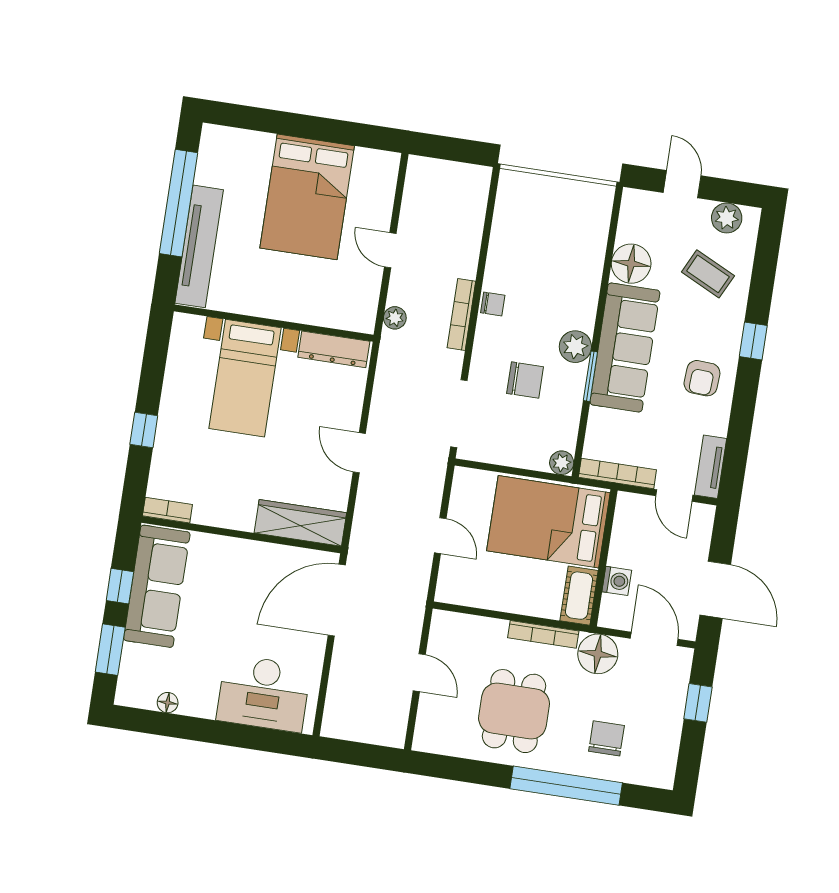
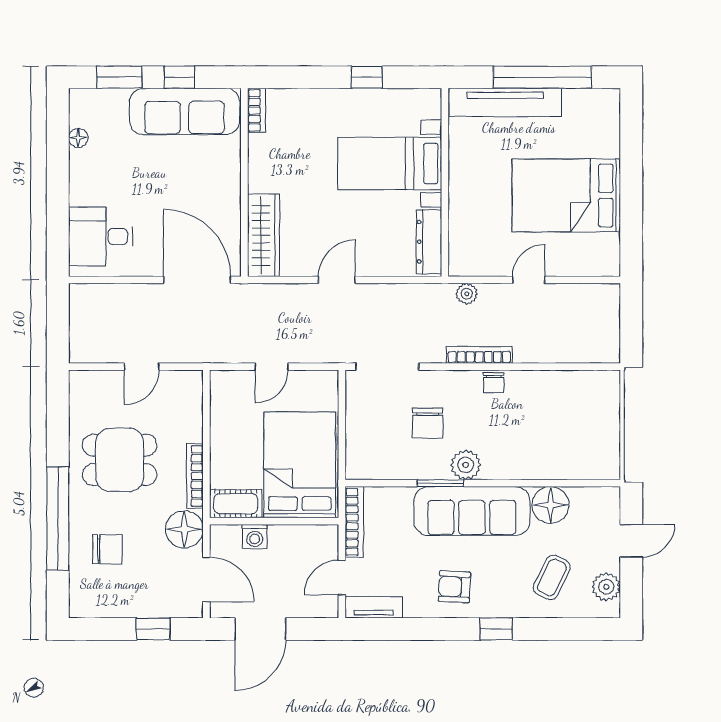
window: (144, 430) -> (367, 77), moved
plant: (562, 463) -> (356, 469), removed
door: (654, 639) -> (206, 579), hinge flipped
desk: (264, 693) -> (101, 236), width x0.73

